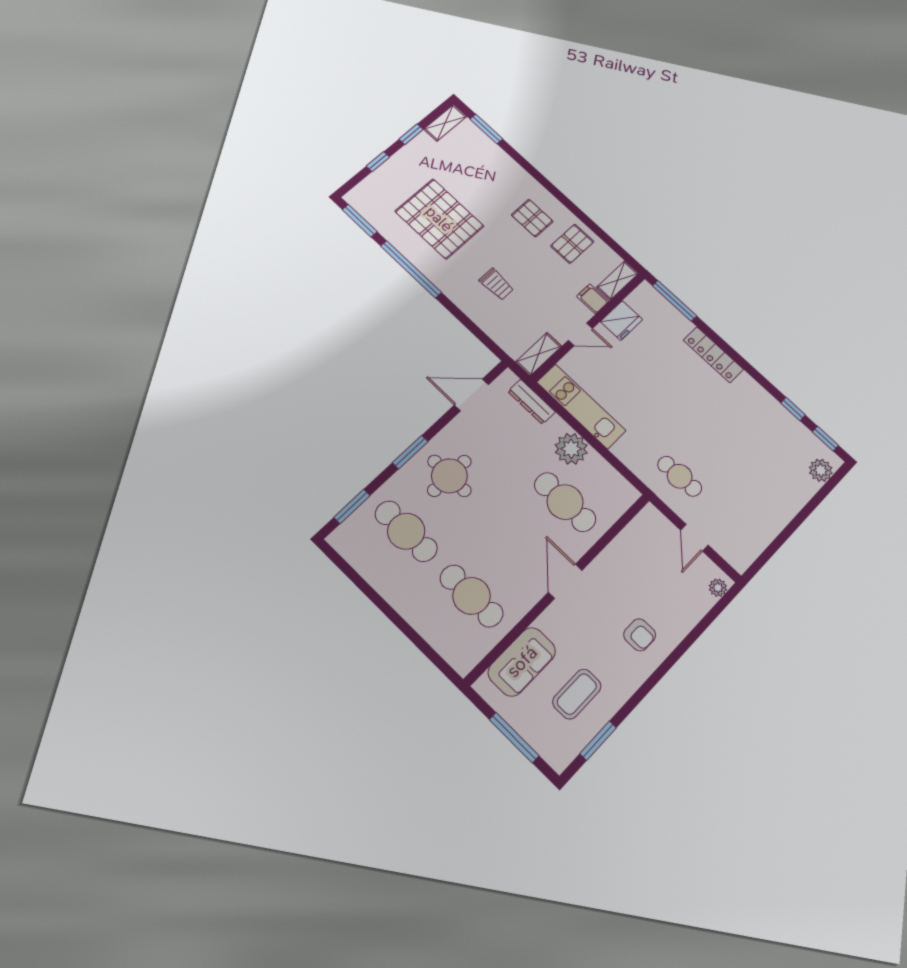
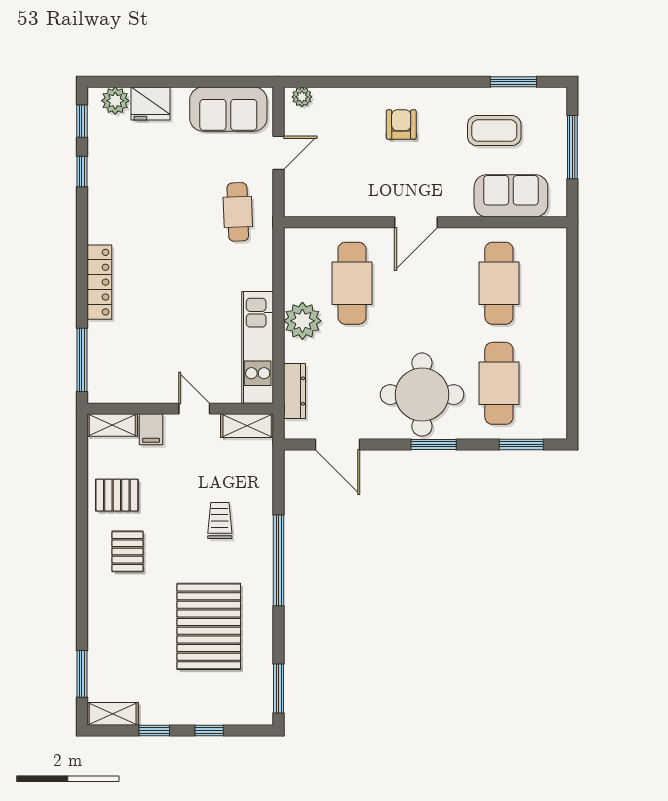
window: (411, 269) -> (279, 560), moved
fridge: (621, 321) -> (150, 103), moved, turned 180
round table: (449, 476) -> (422, 395), width x1.36, depth x1.36
sofa: (752, 534) -> (228, 109), added

